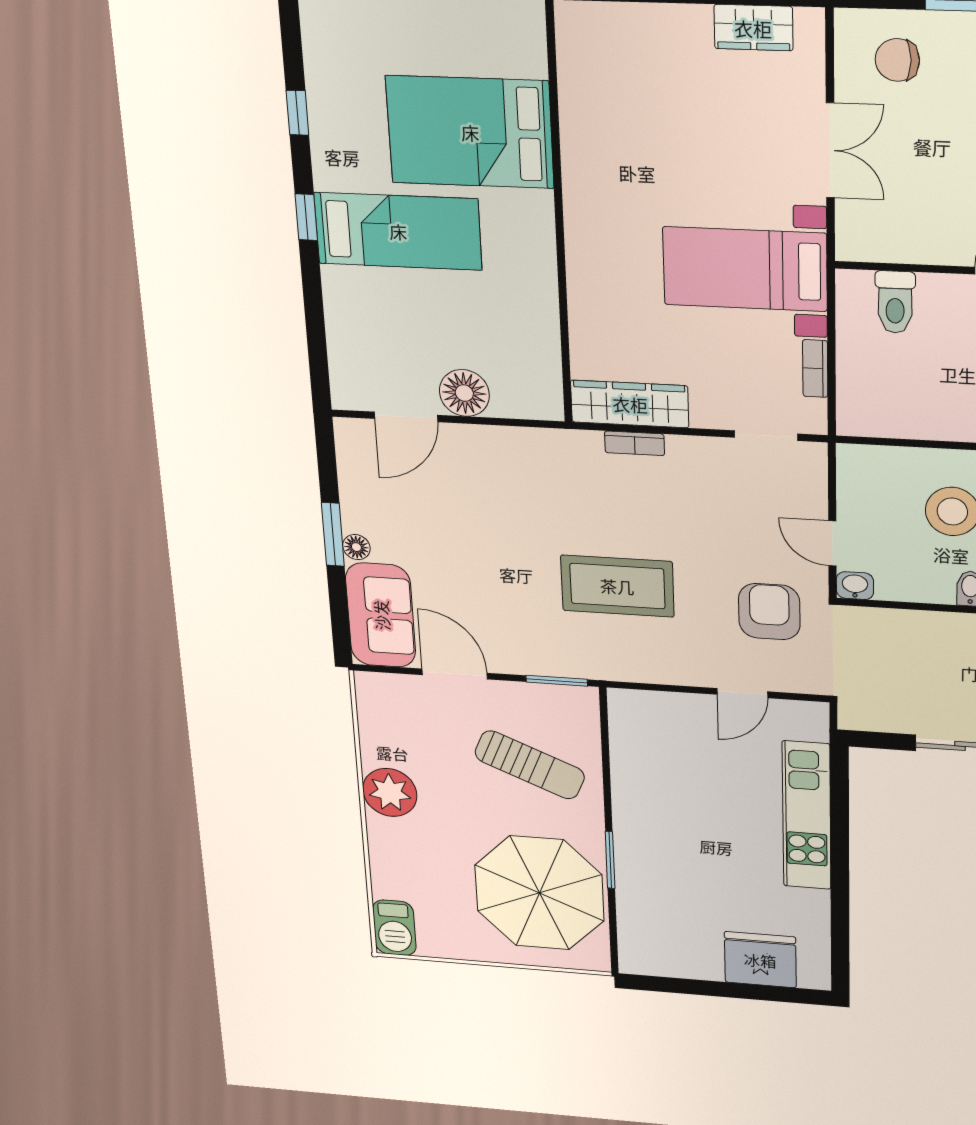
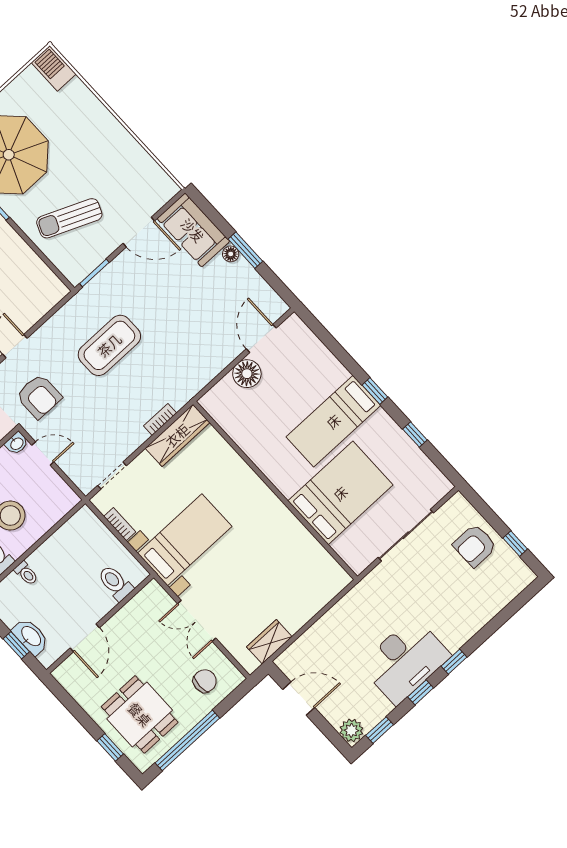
plant: (390, 792) -> (115, 141), removed

